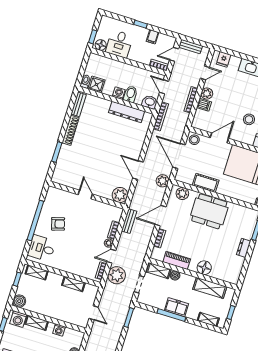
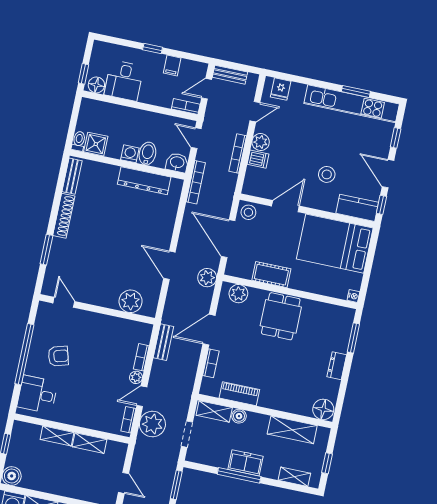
door: (85, 194) -> (64, 302), moved
plant: (120, 195) -> (131, 301), moved
dining table: (209, 211) -> (281, 316), width x0.73
floor lamp: (204, 268) -> (323, 409), moved
shelving: (37, 272) -> (57, 436), moved

